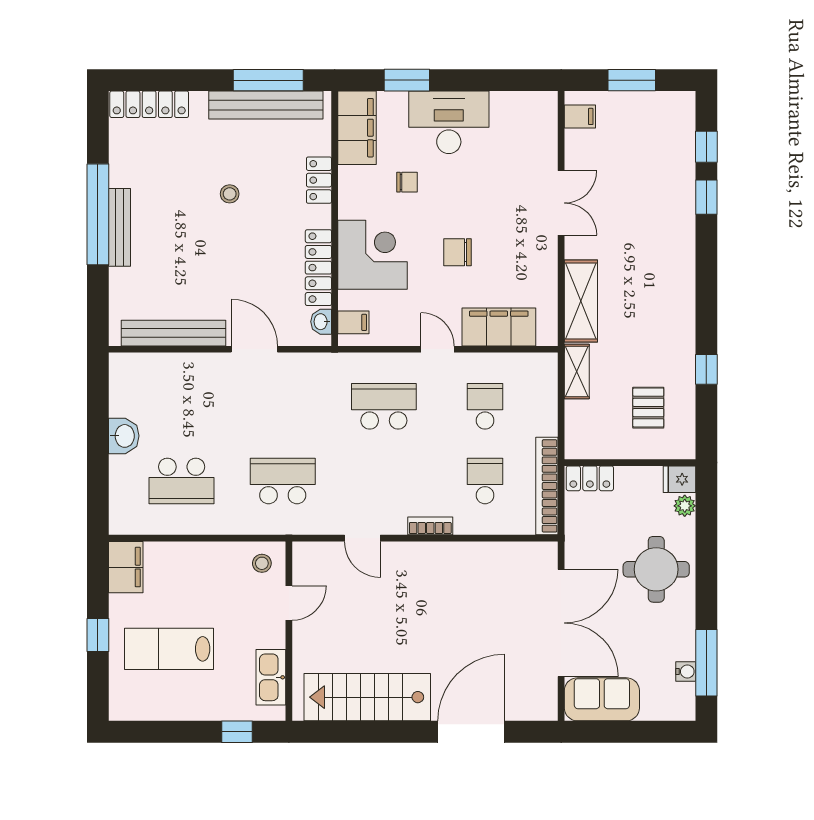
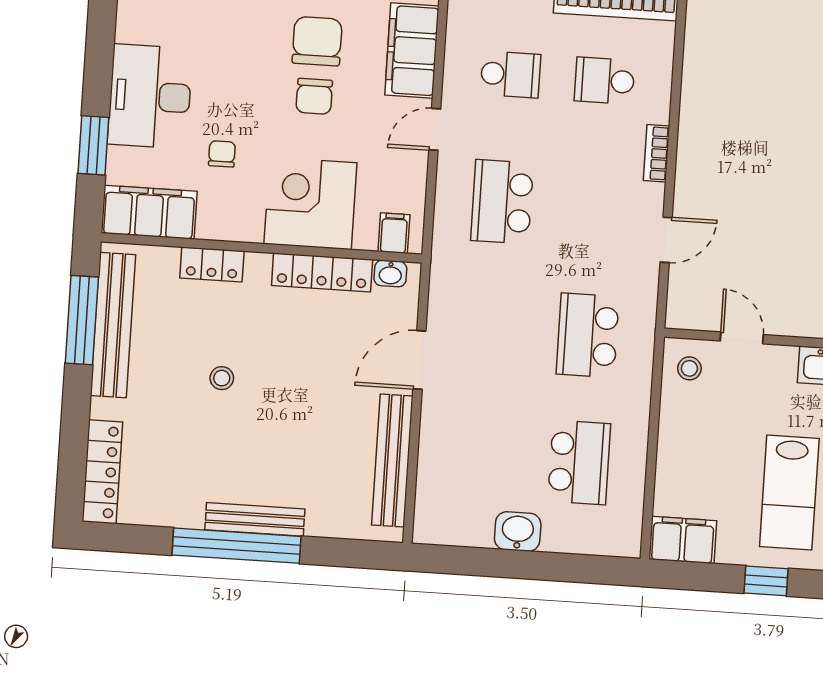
chair: (501, 252) -> (317, 41), added
school desk: (485, 406) -> (511, 74), turned 180

